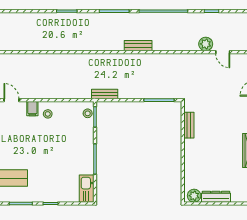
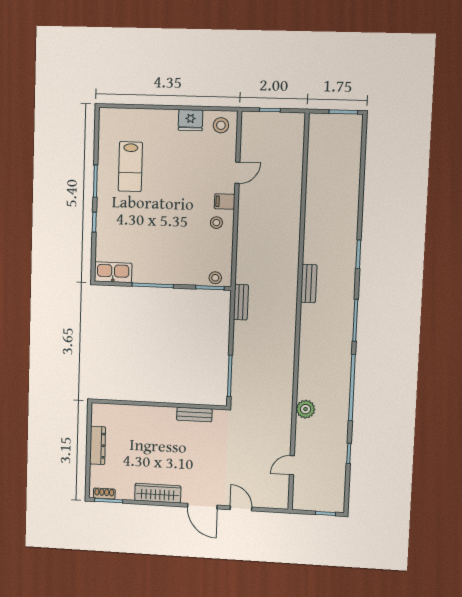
plant: (206, 44) -> (306, 409), moved
bench: (138, 46) -> (309, 284), moved
plant: (194, 196) -> (100, 416), removed

